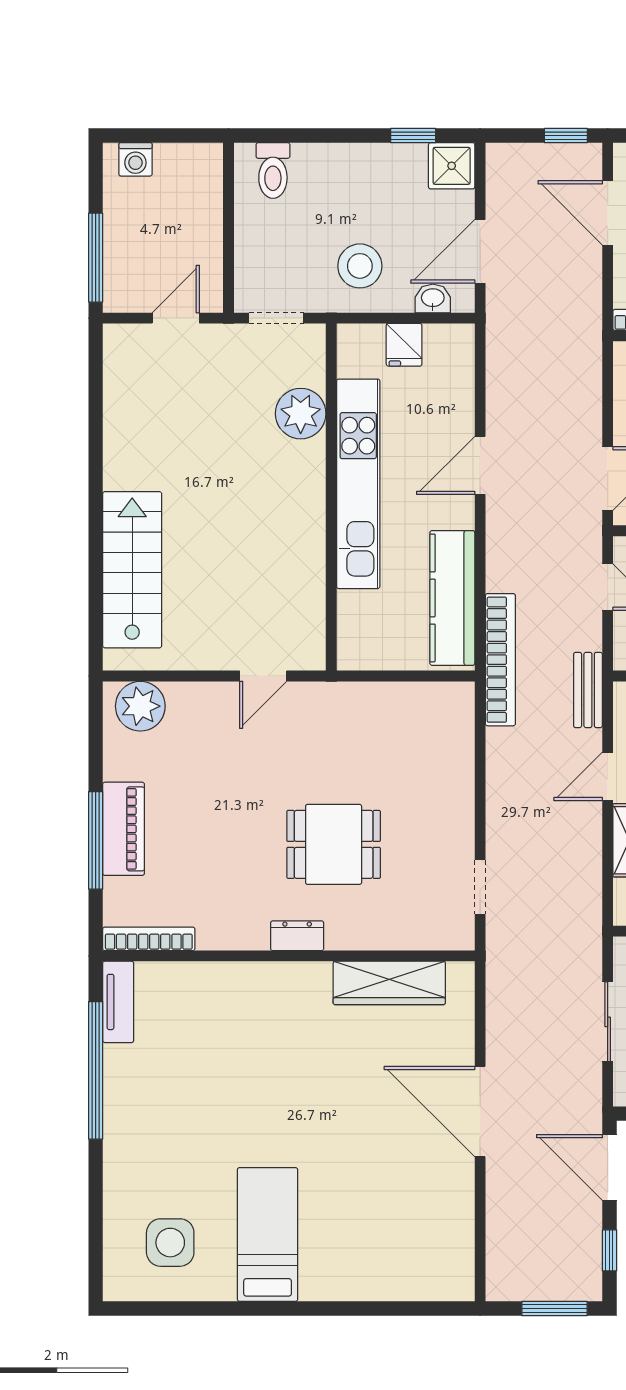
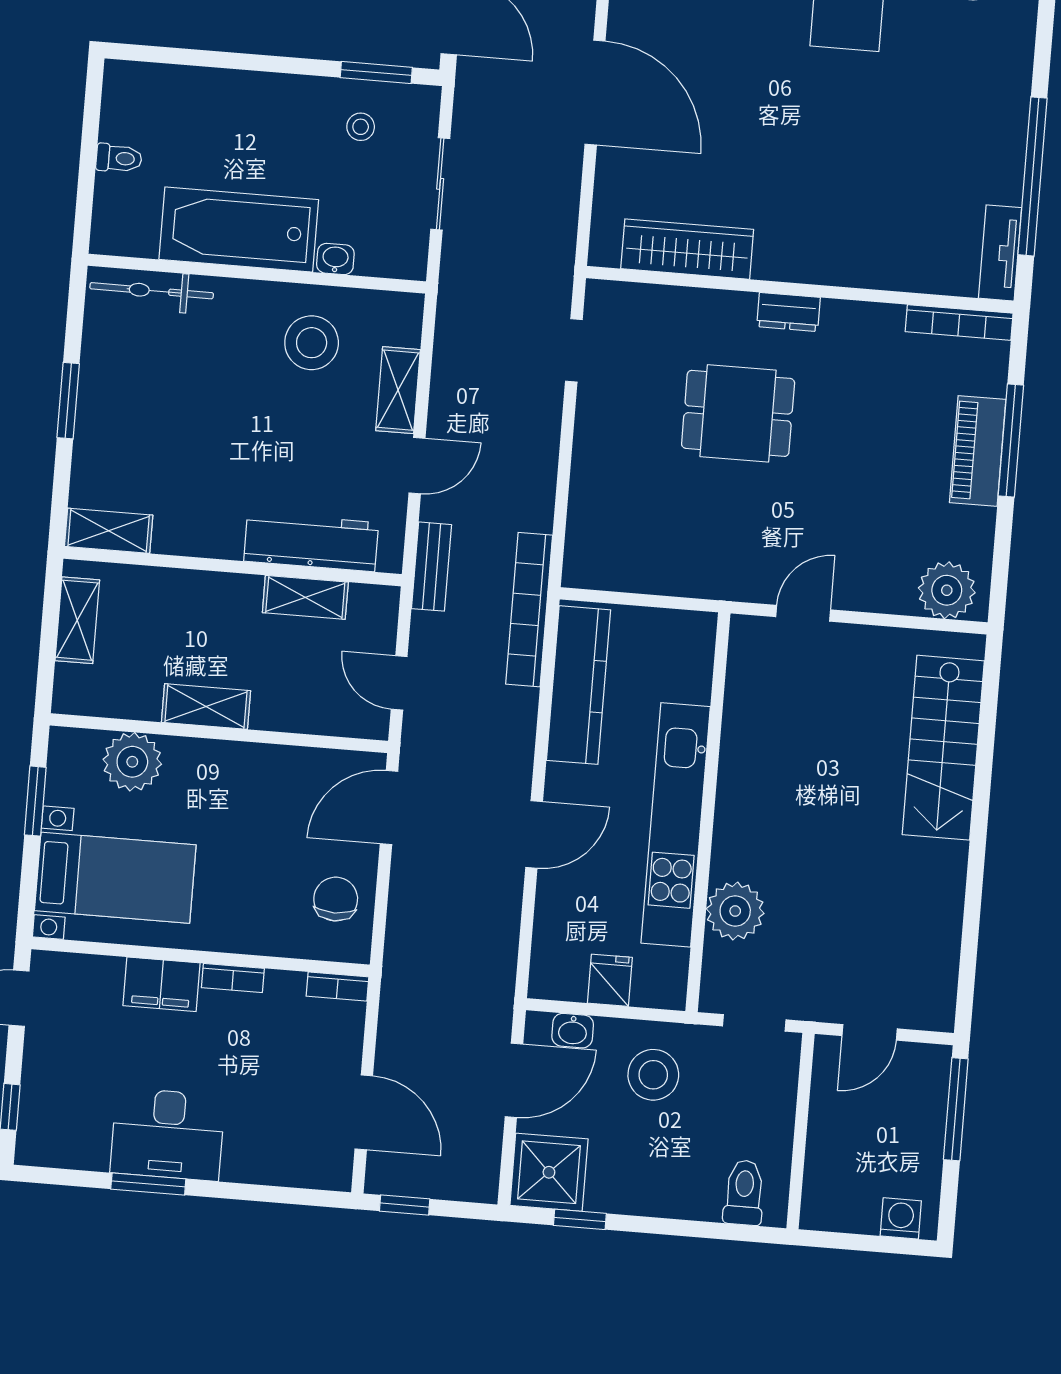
shower: (452, 166) -> (549, 1172), width x1.36, depth x1.36

